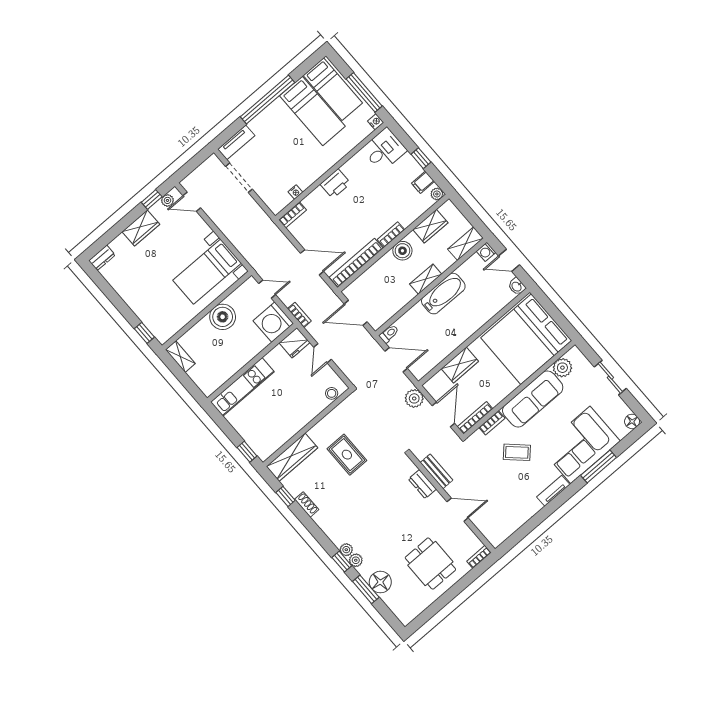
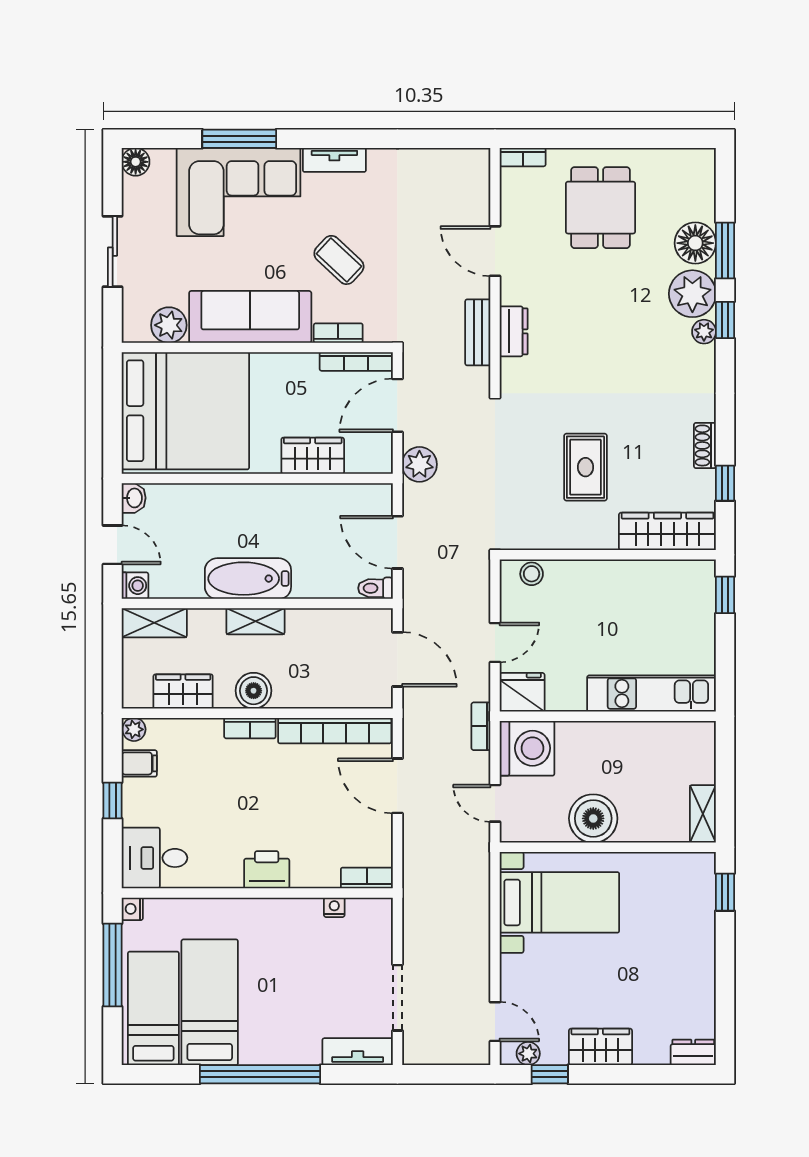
plant: (356, 560) -> (692, 294), width x1.87, depth x1.87

